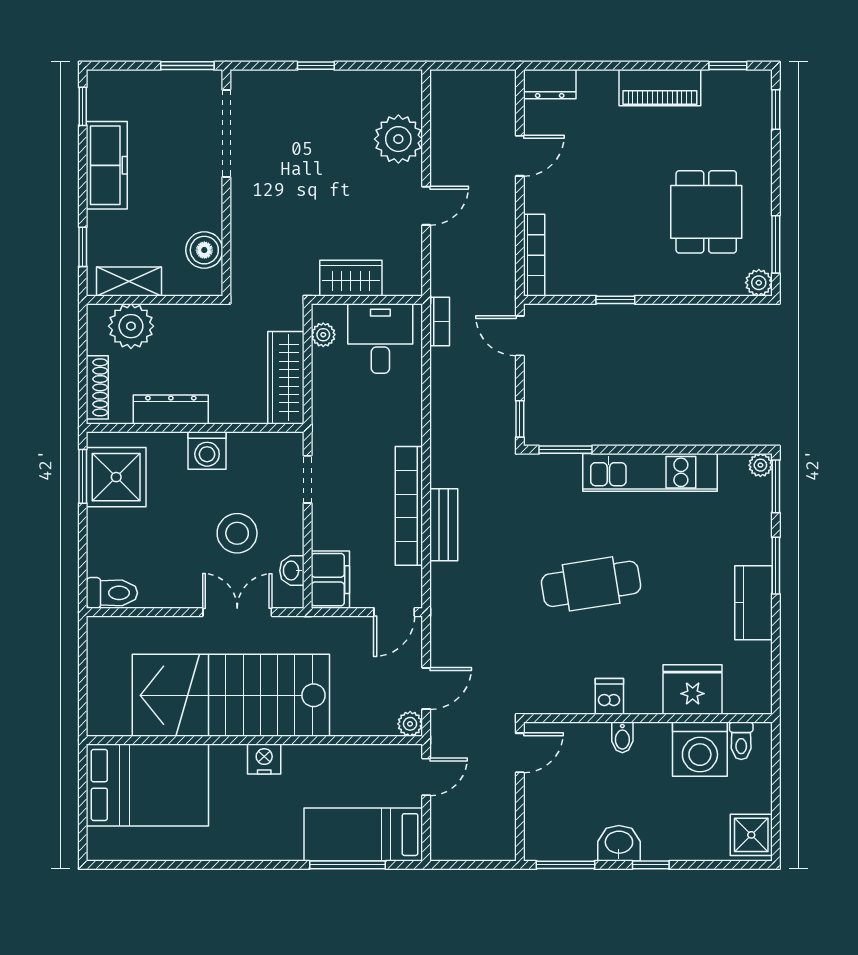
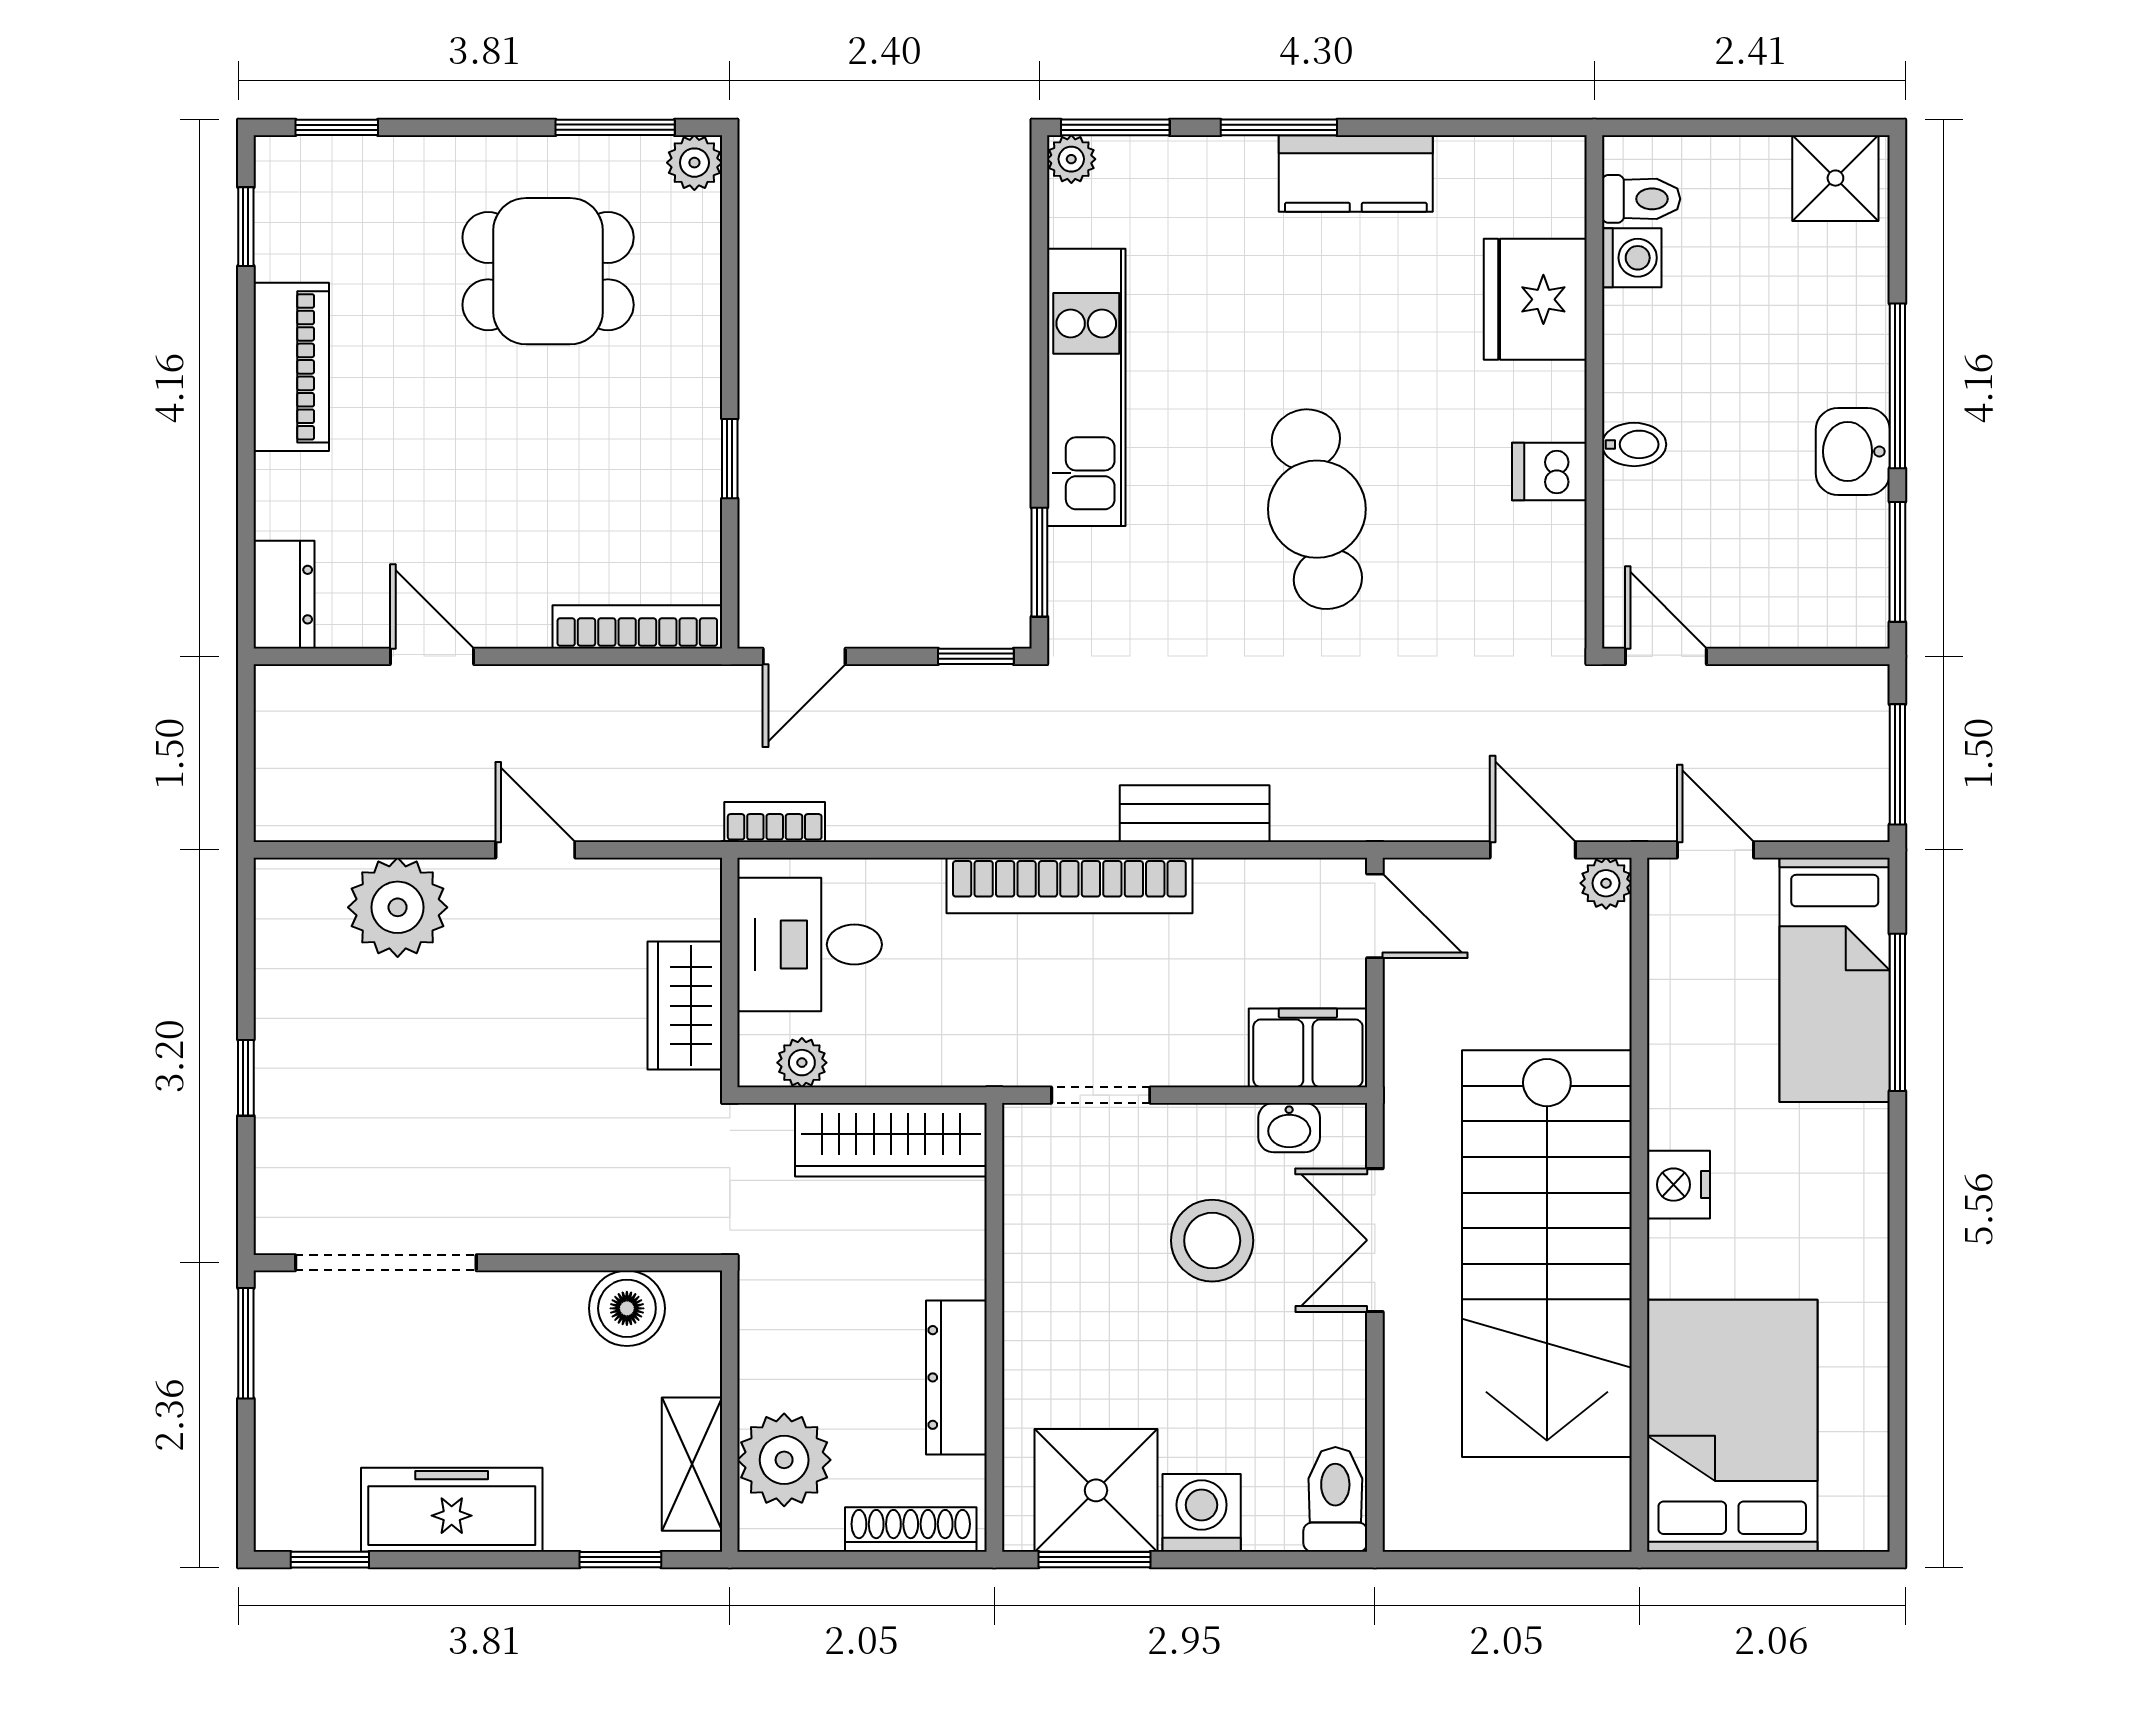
washing machine: (207, 450) -> (1202, 1513), moved, turned -90
bookcase: (409, 506) -> (1069, 885), moved
washing machine: (700, 749) -> (1632, 258), width x0.53, depth x0.53
window: (468, 865) -> (1897, 764), added
window: (651, 865) -> (1897, 386), width x2.17

